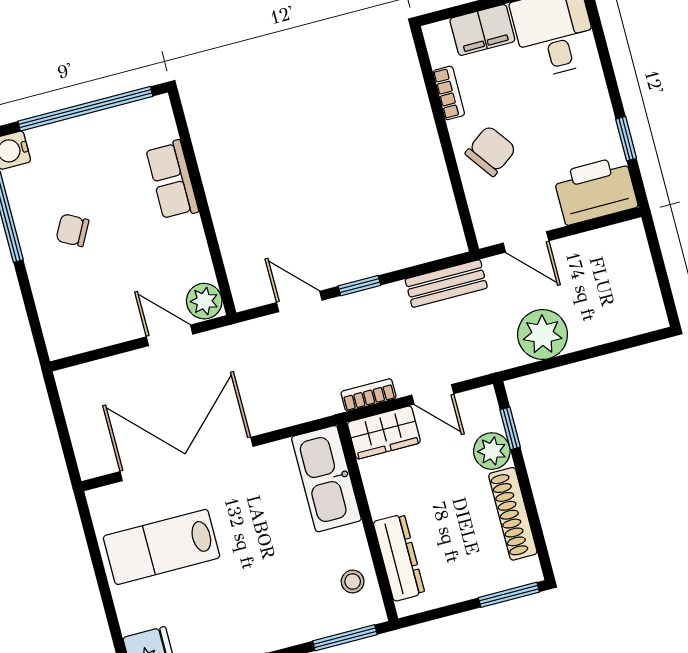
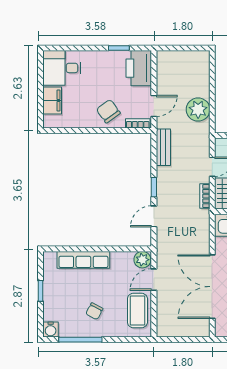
bookcase: (449, 93) -> (138, 123), moved
window: (85, 109) -> (41, 291), width x0.32
row of seats: (172, 180) -> (83, 260), width x1.48
coffee table: (97, 318) -> (137, 310), added

